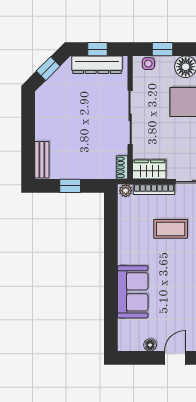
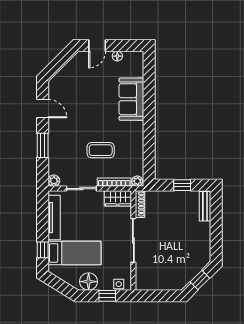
window: (98, 49) -> (160, 296), removed
dresser: (97, 65) -> (160, 283), removed
shoe rack: (122, 167) -> (140, 204), width x1.43

